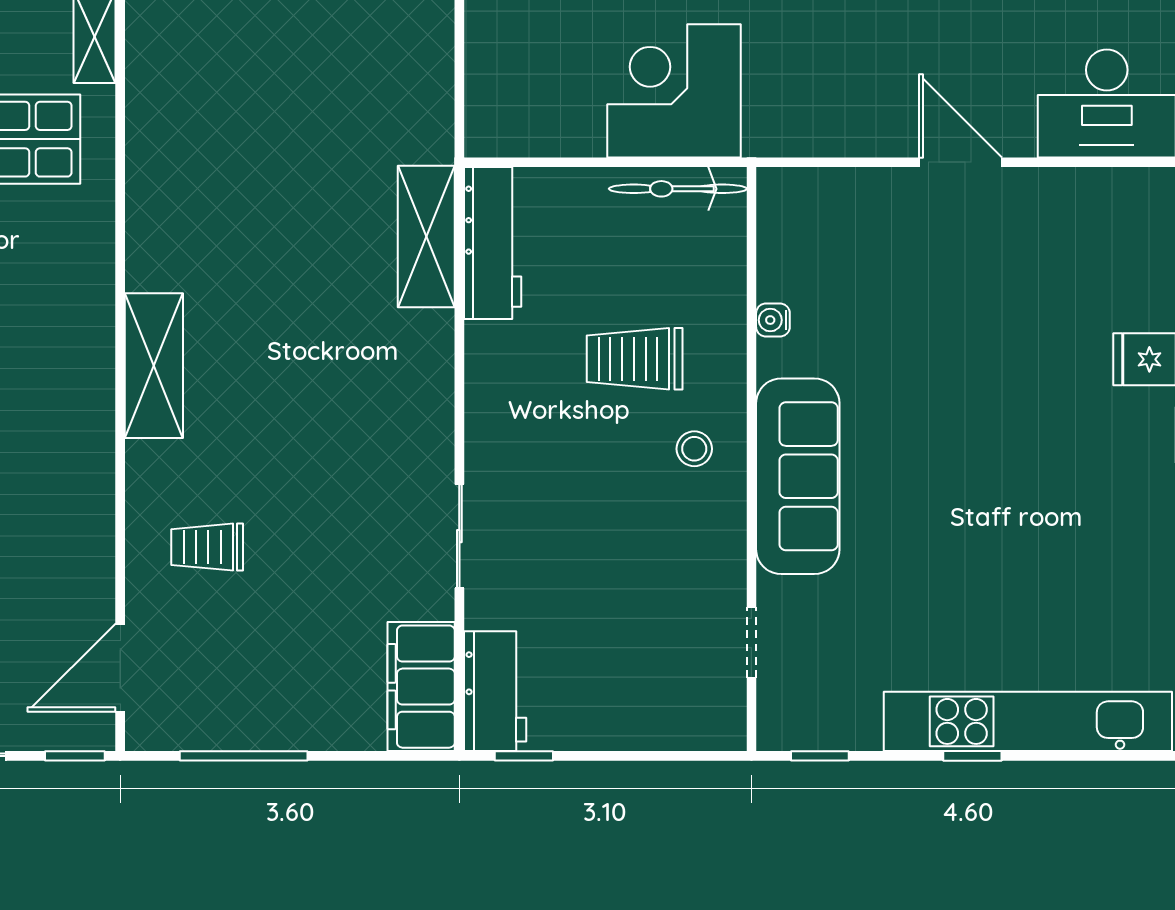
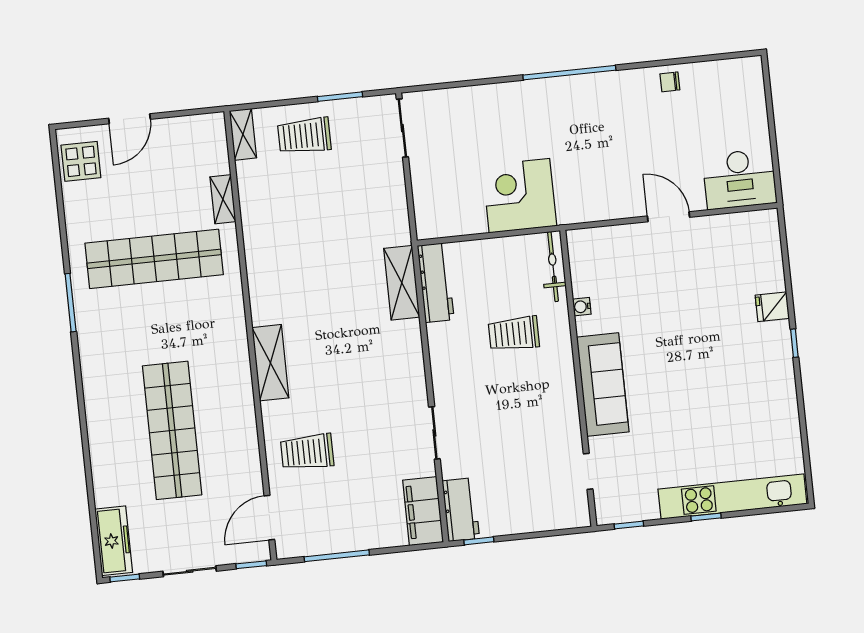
bicycle: (678, 189) -> (553, 267), moved, turned 90
stool: (694, 449) -> (549, 376), removed
trolley: (207, 547) -> (307, 452), width x1.36, depth x1.39

